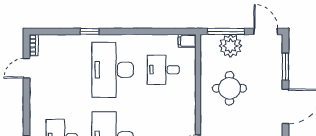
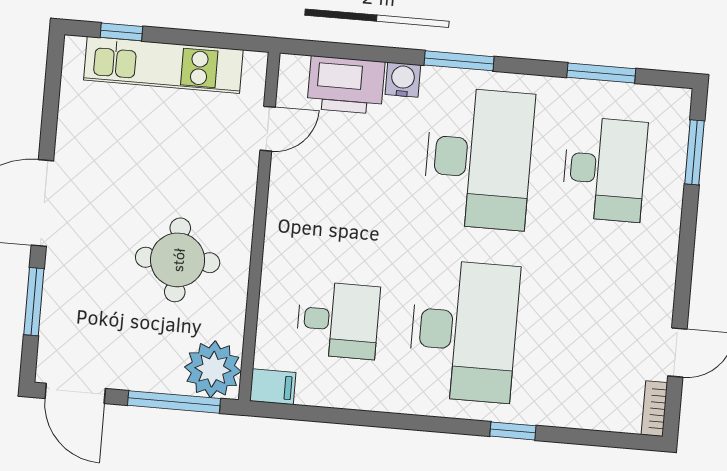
plant: (230, 46) -> (213, 369), moved

